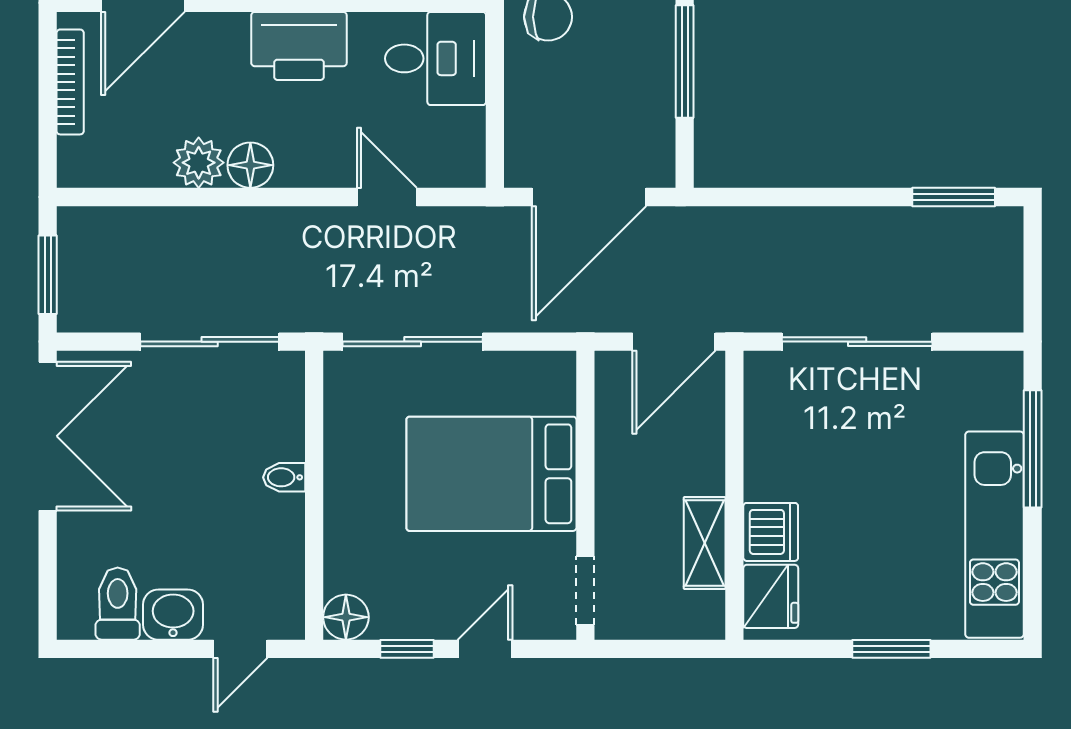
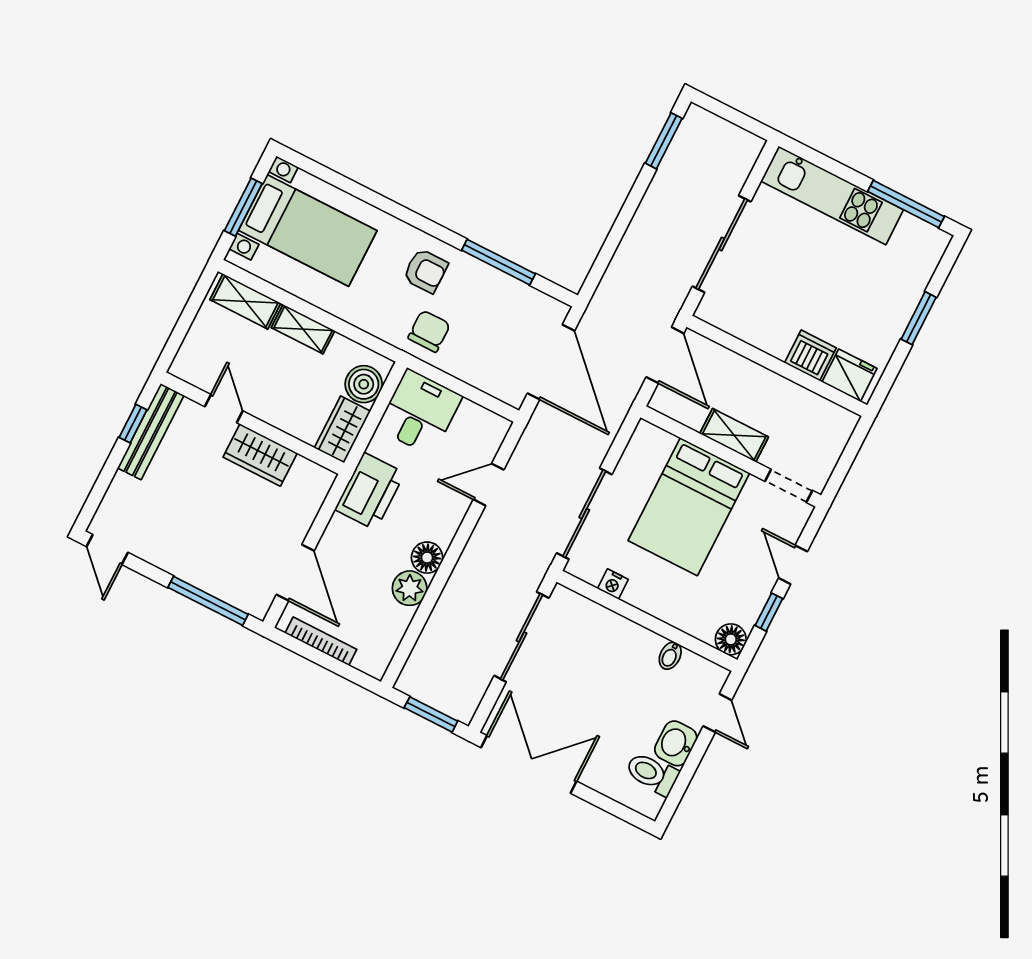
nightstand: (340, 426) -> (613, 584), added
window: (1033, 449) -> (906, 204), moved
bidet: (284, 477) -> (670, 656), moved
kitchen unit: (994, 535) -> (832, 195), moved
shelving: (705, 543) -> (734, 435), moved

